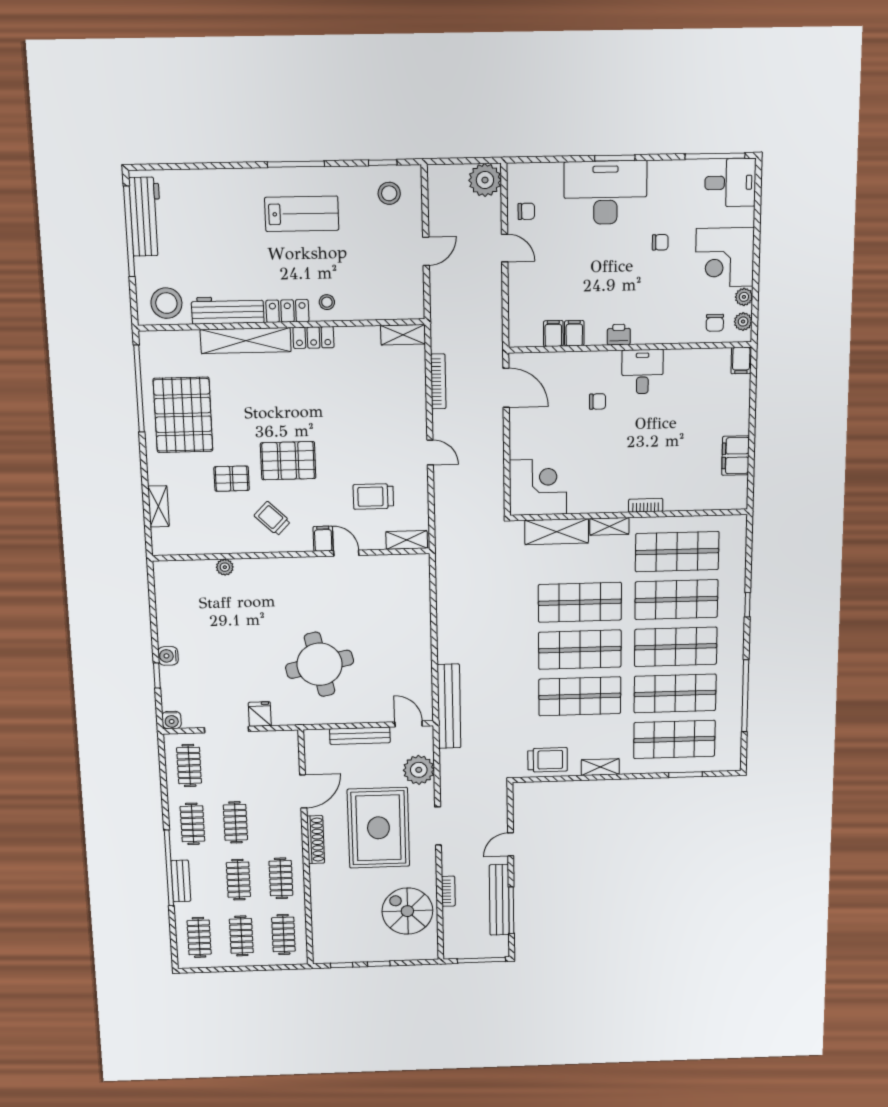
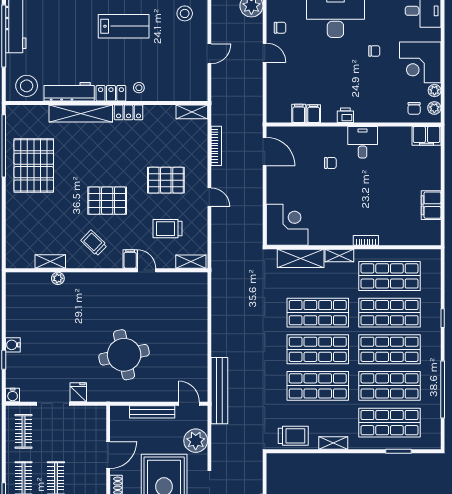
filing cabinet: (741, 361) -> (426, 136), width x2.00
pallet: (232, 479) -> (166, 180), moved, width x1.50, depth x1.42
shelving: (158, 506) -> (50, 262), moved, turned 90

